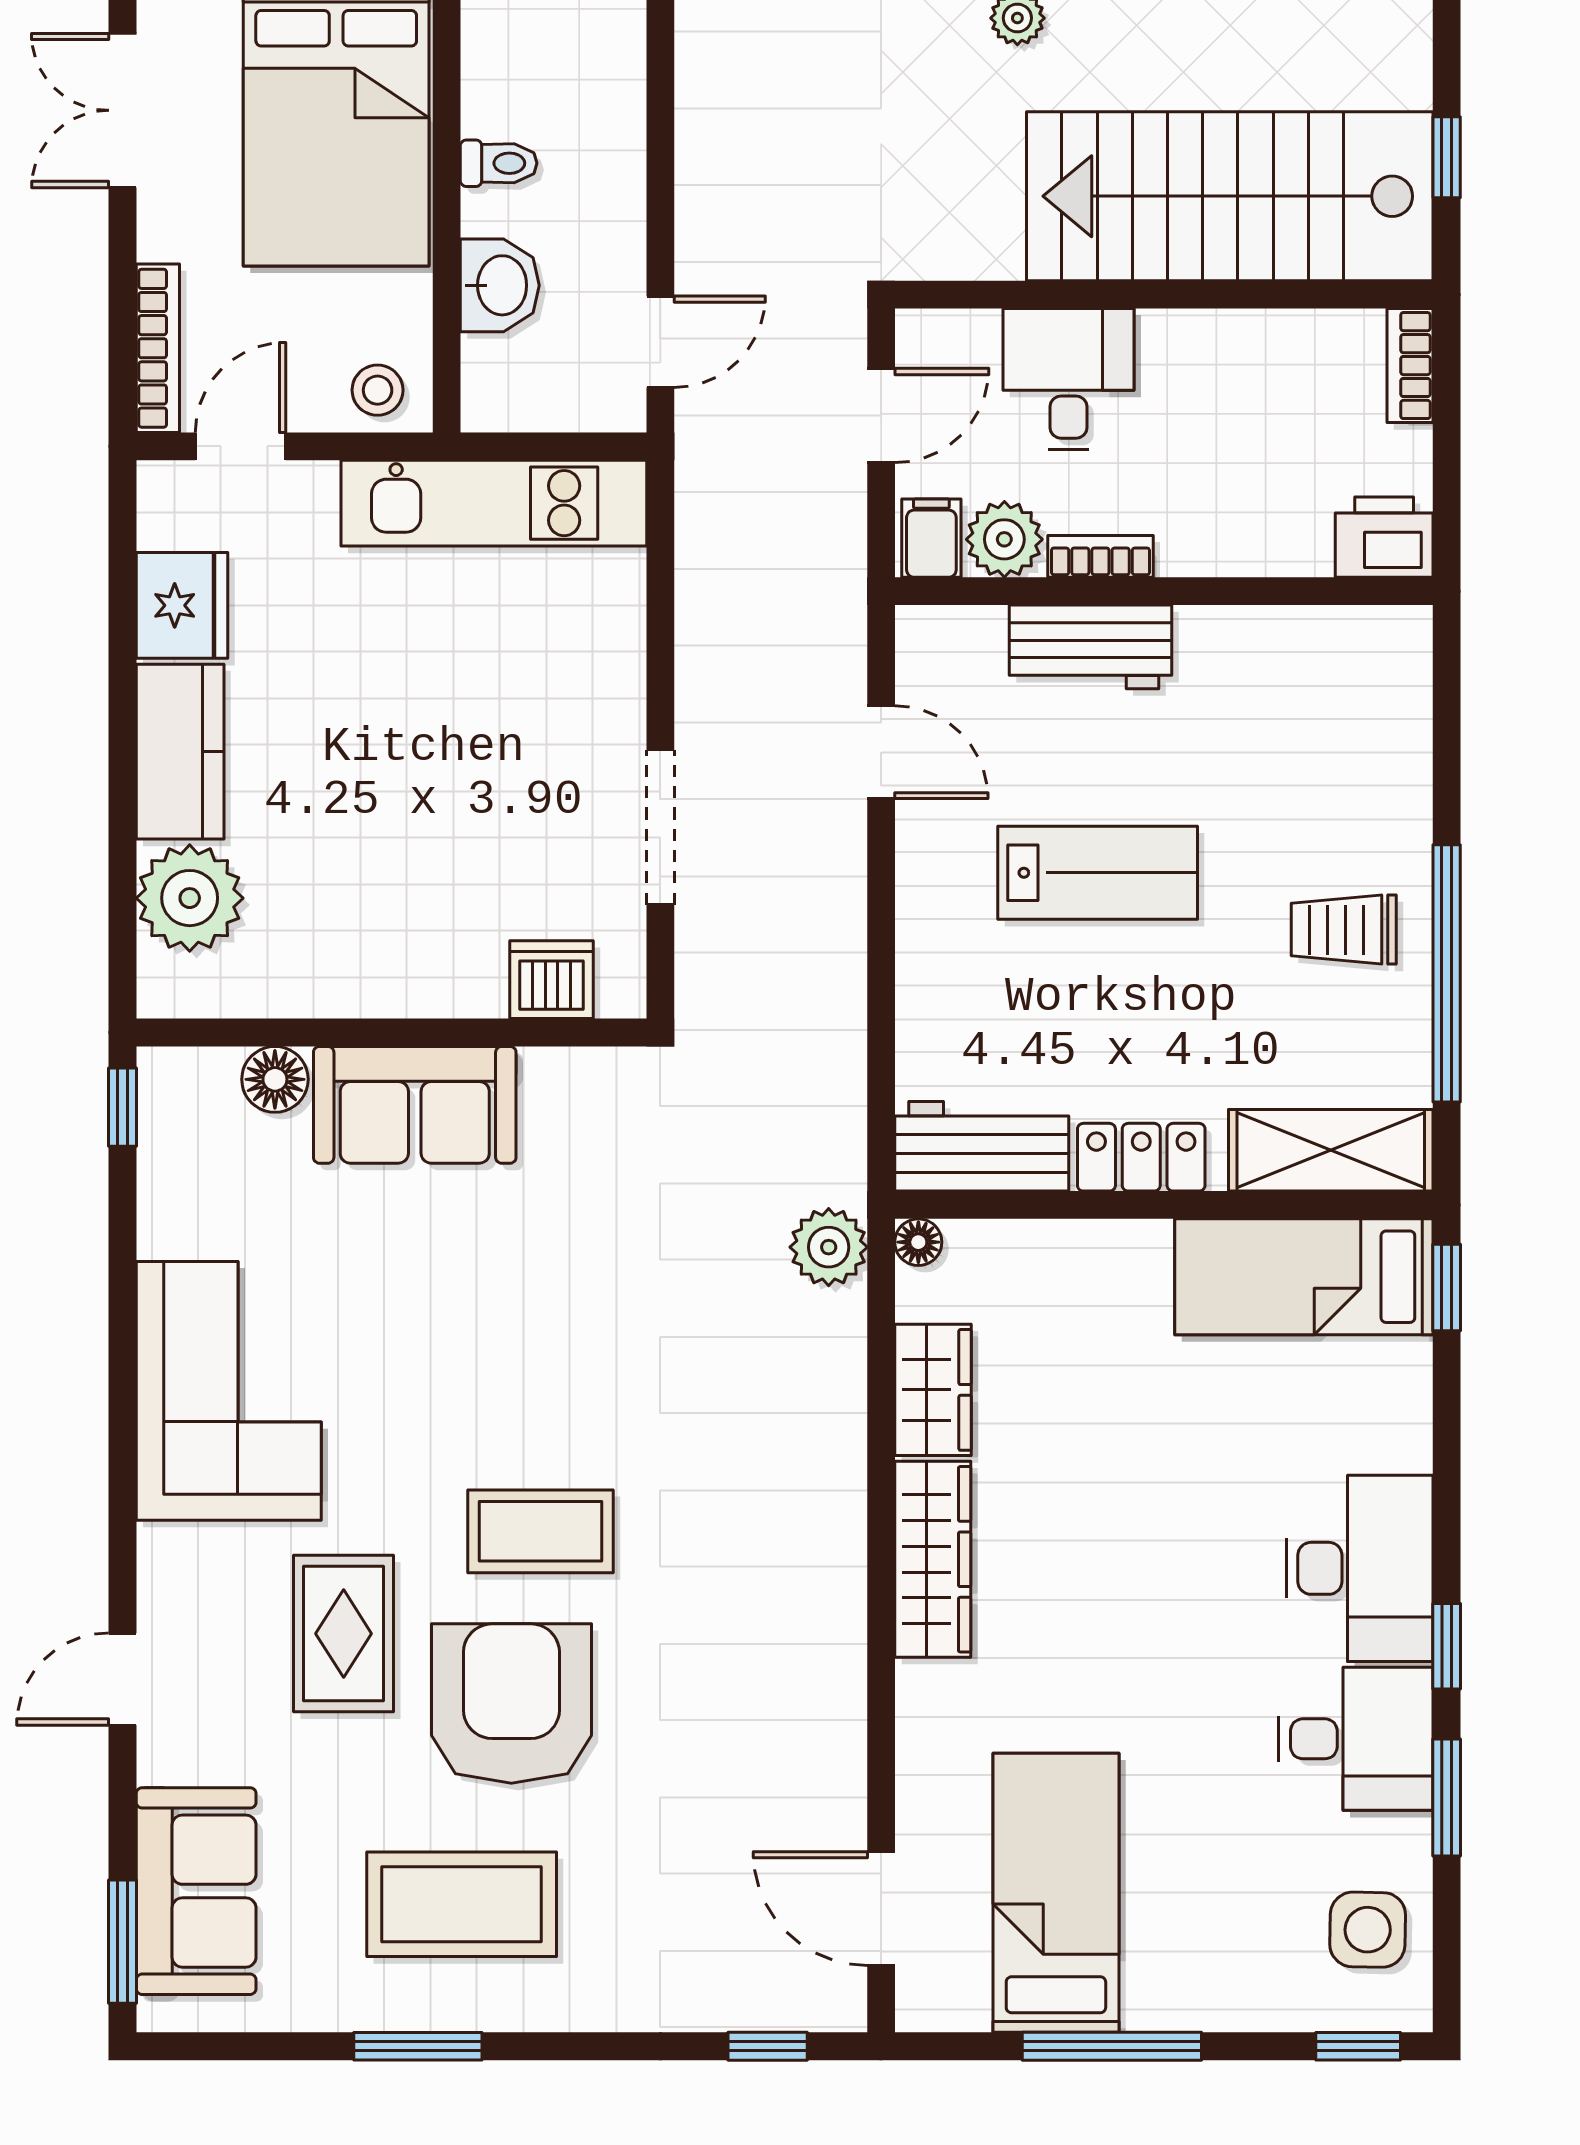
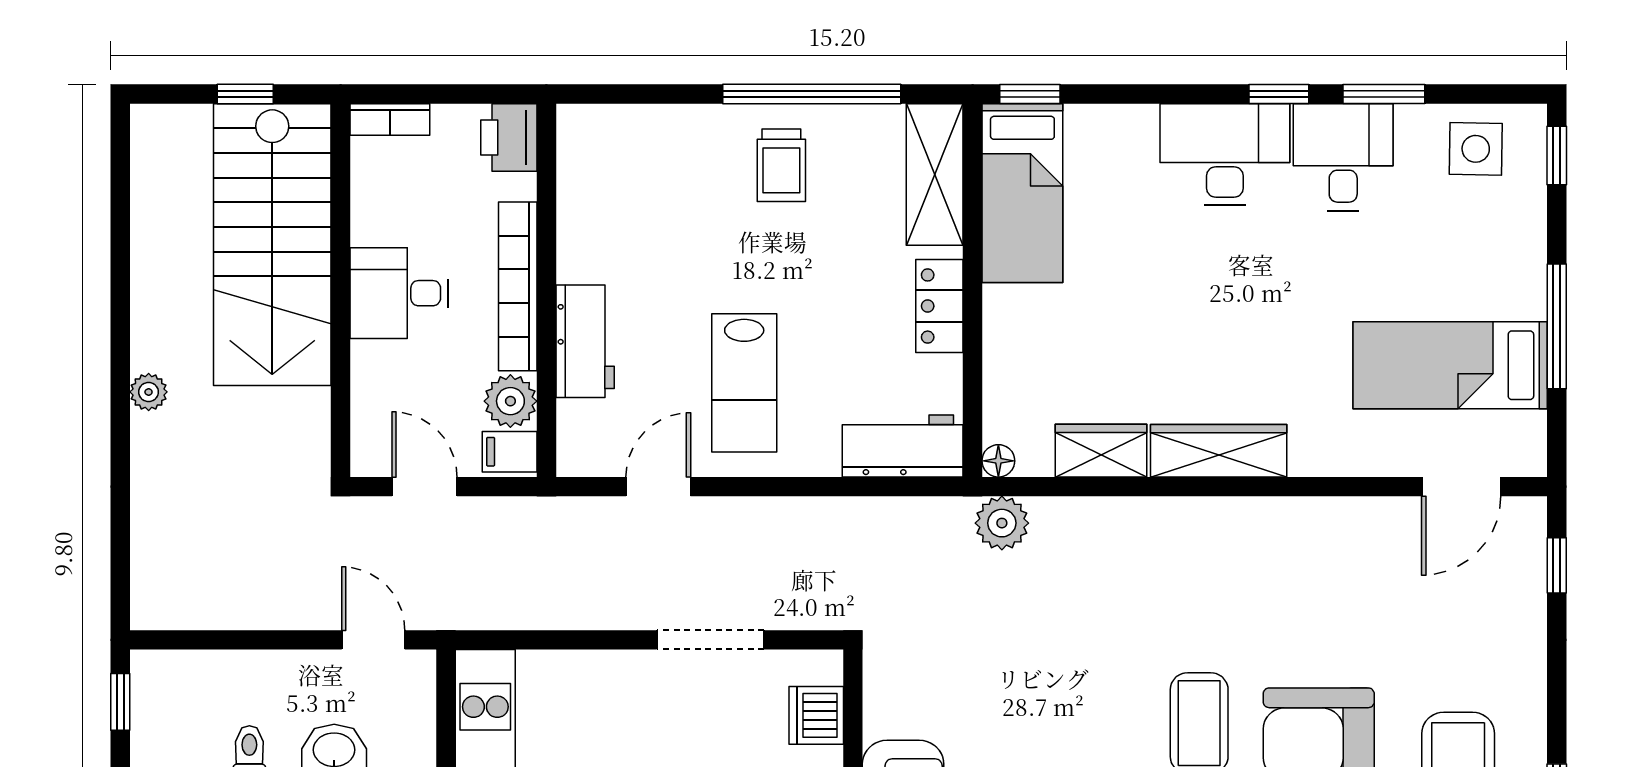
desk: (1068, 379) -> (399, 293), moved
bookcase: (1100, 556) -> (518, 286), width x2.31, depth x1.31
lab bench: (1098, 873) -> (744, 383), moved, turned 180
workbench: (982, 1146) -> (903, 446), moved, turned 90

